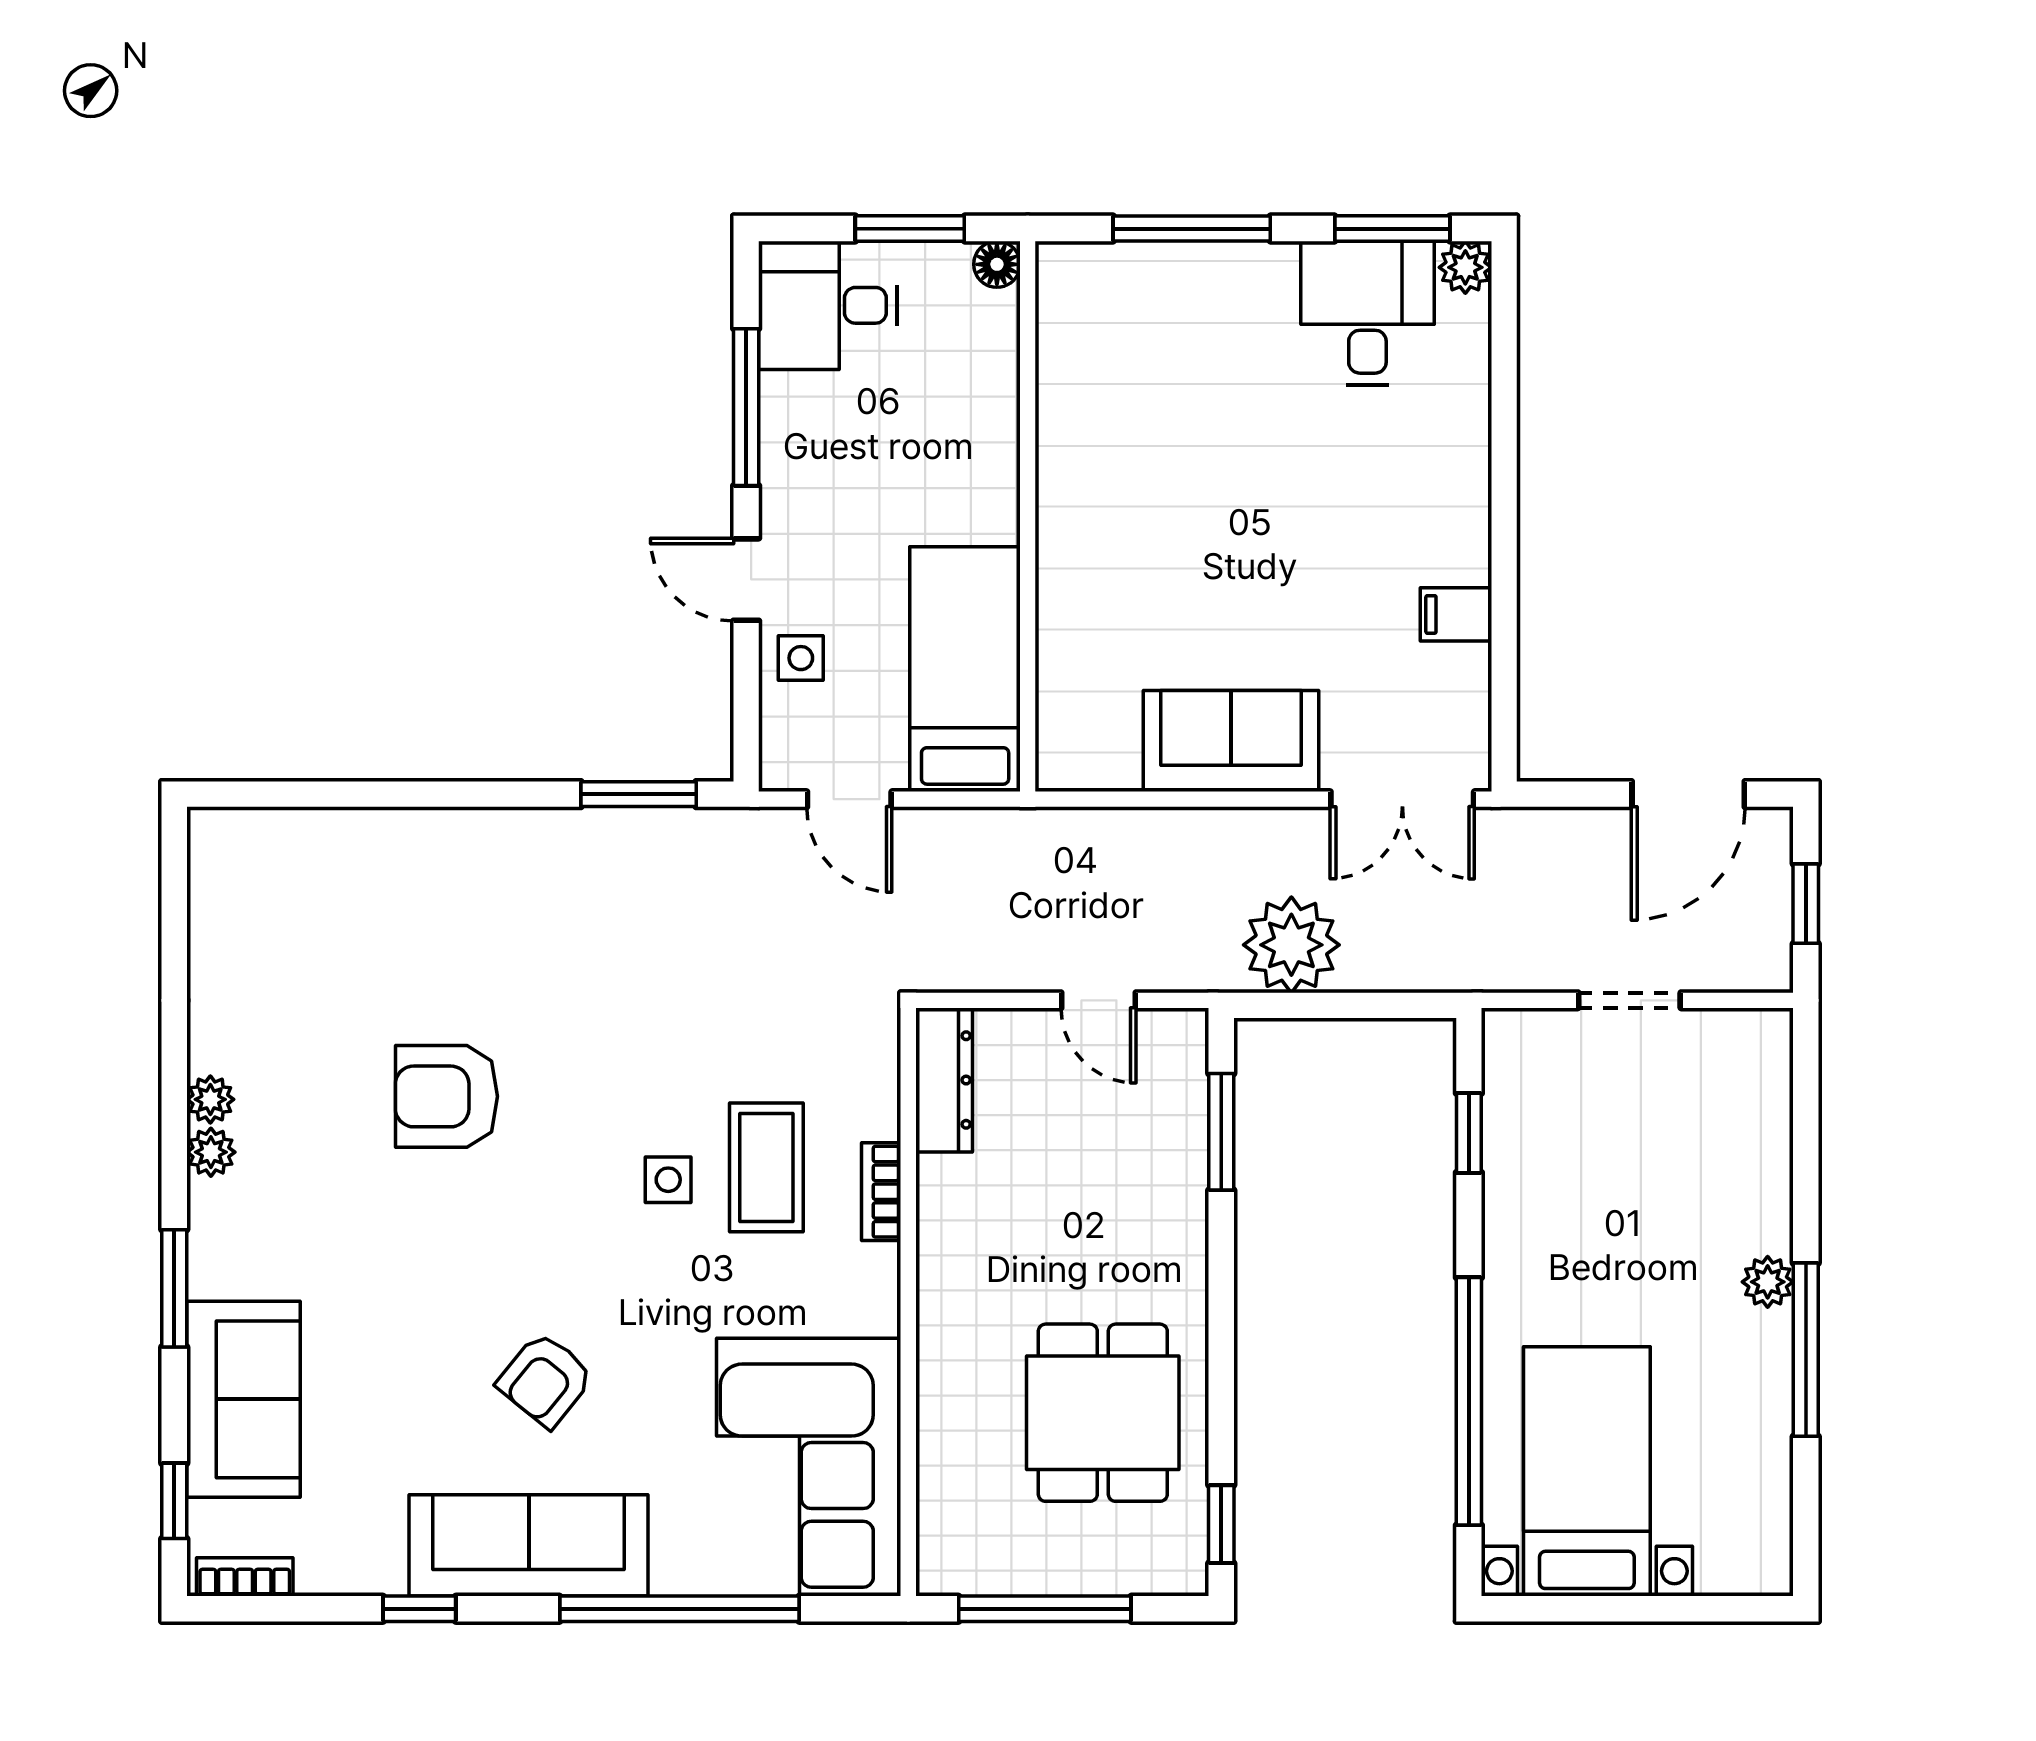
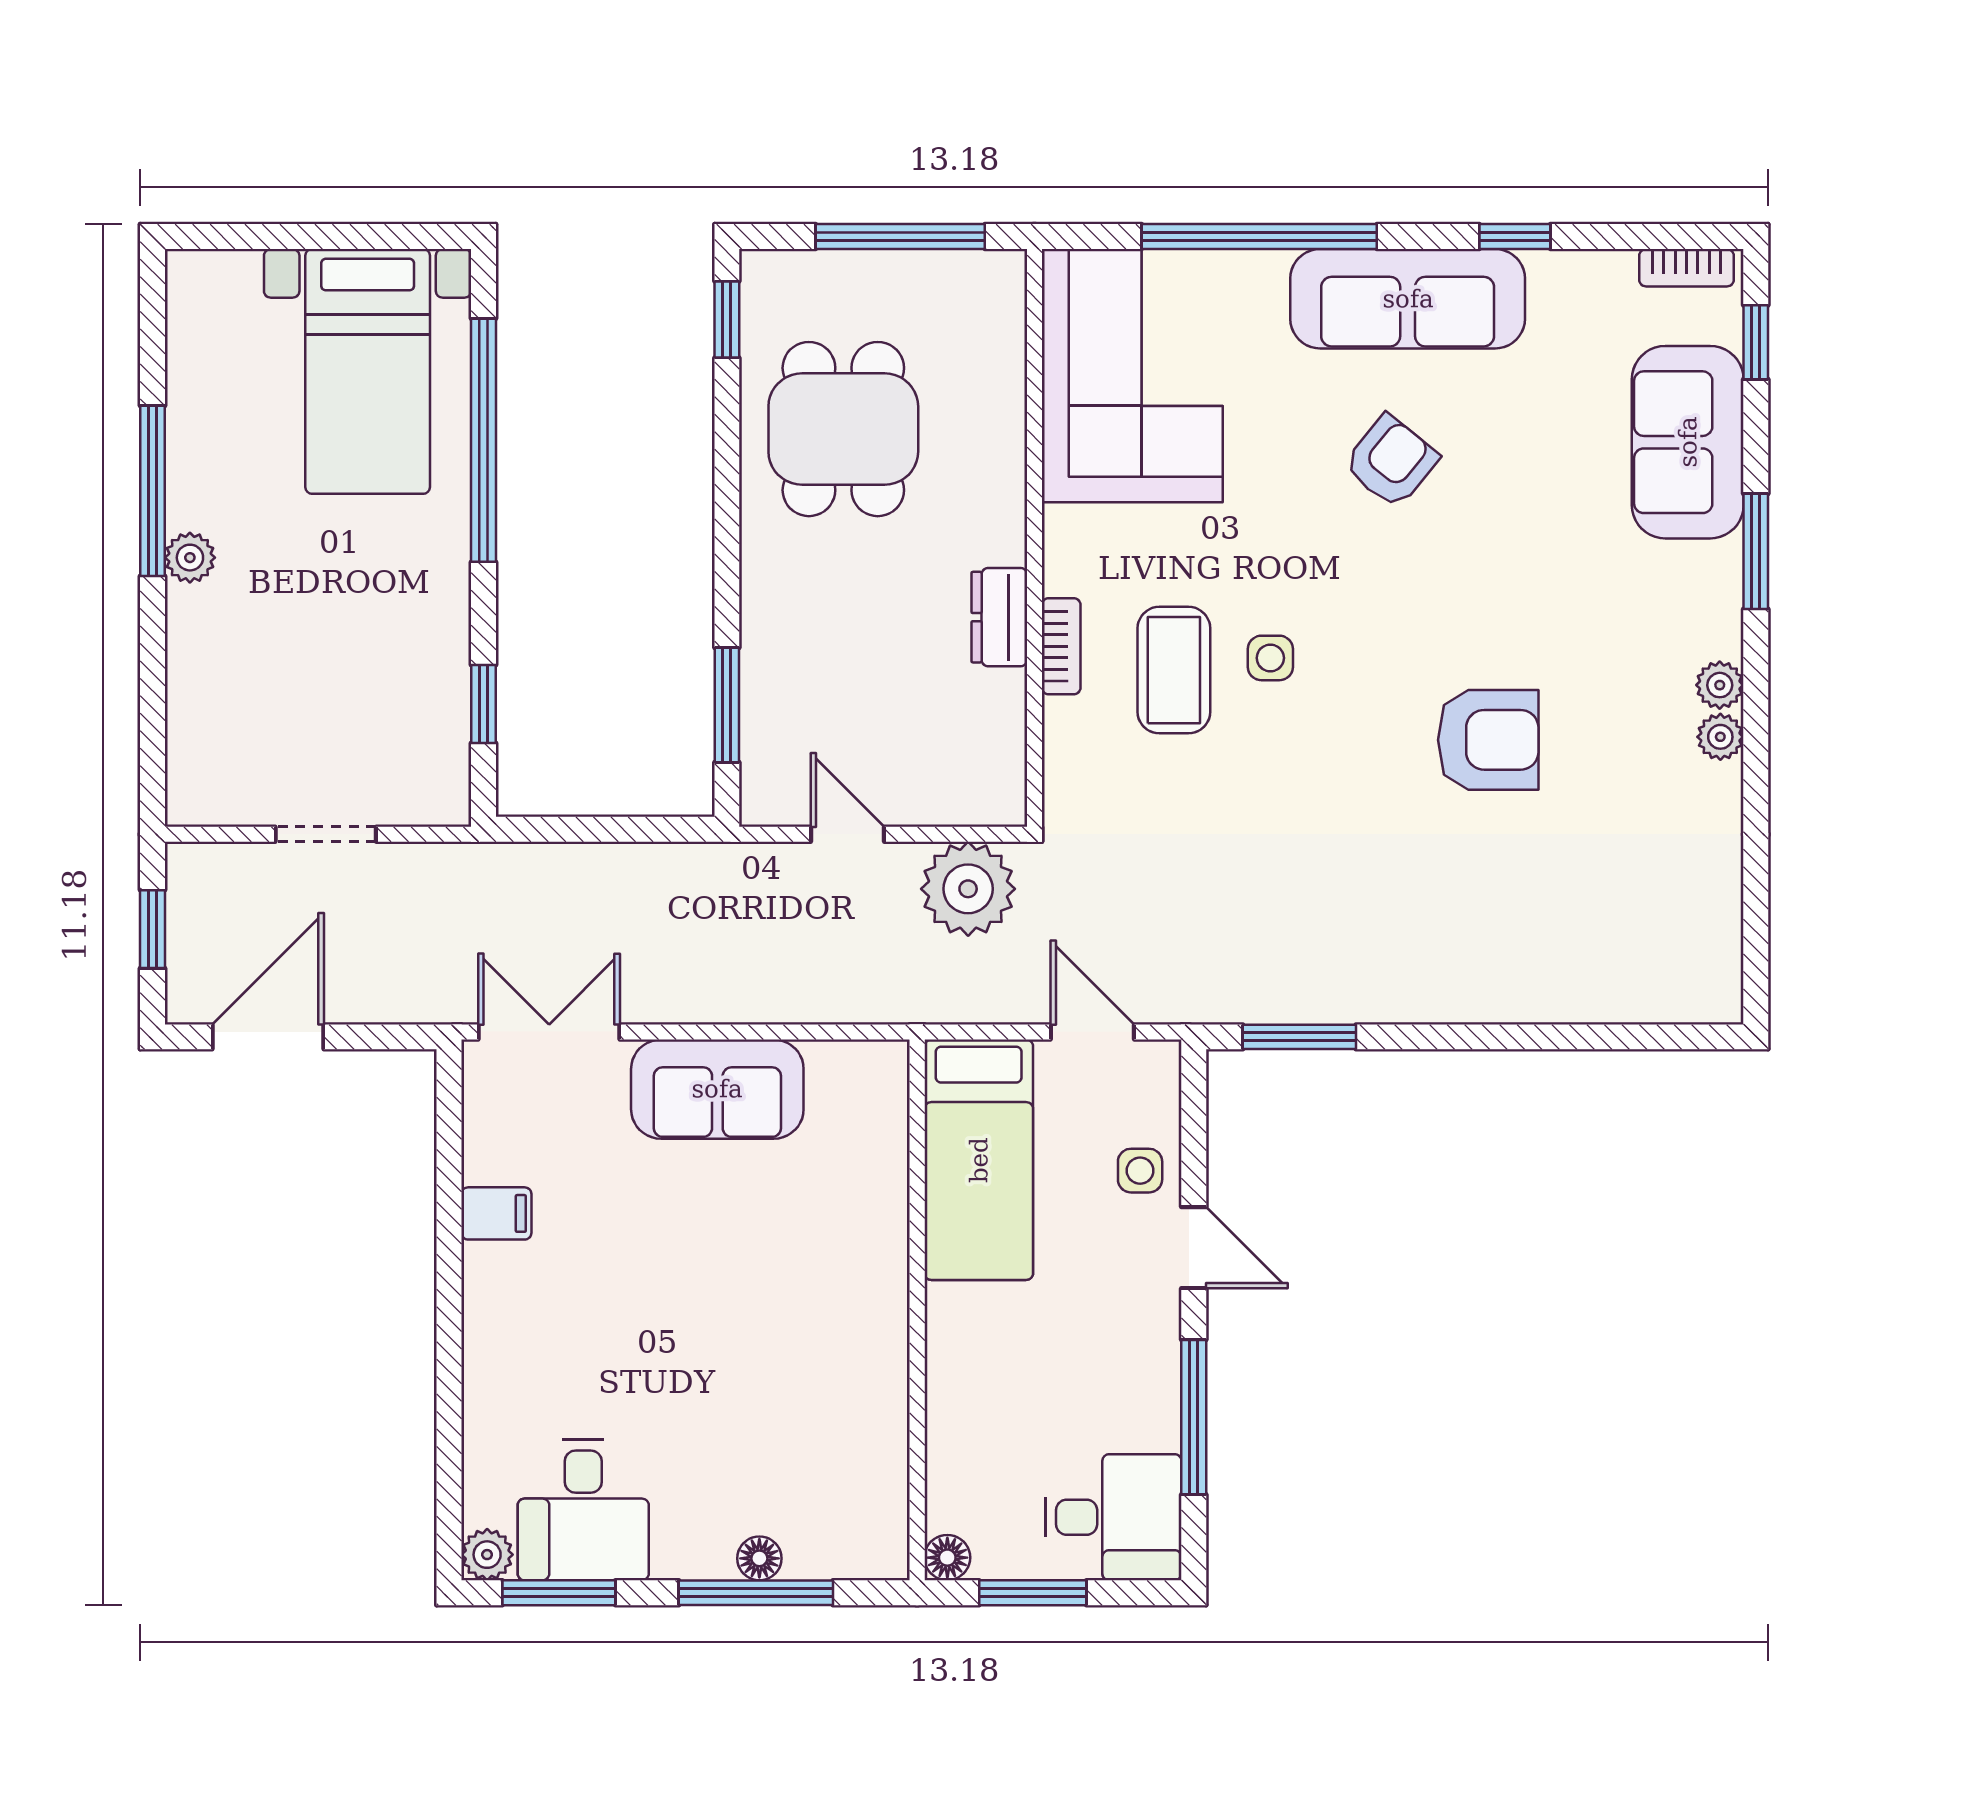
floor lamp: (1188, 263) -> (759, 1558), added
plant: (1291, 945) -> (968, 889), moved
dresser: (944, 1080) -> (999, 617), moved, width x0.70

